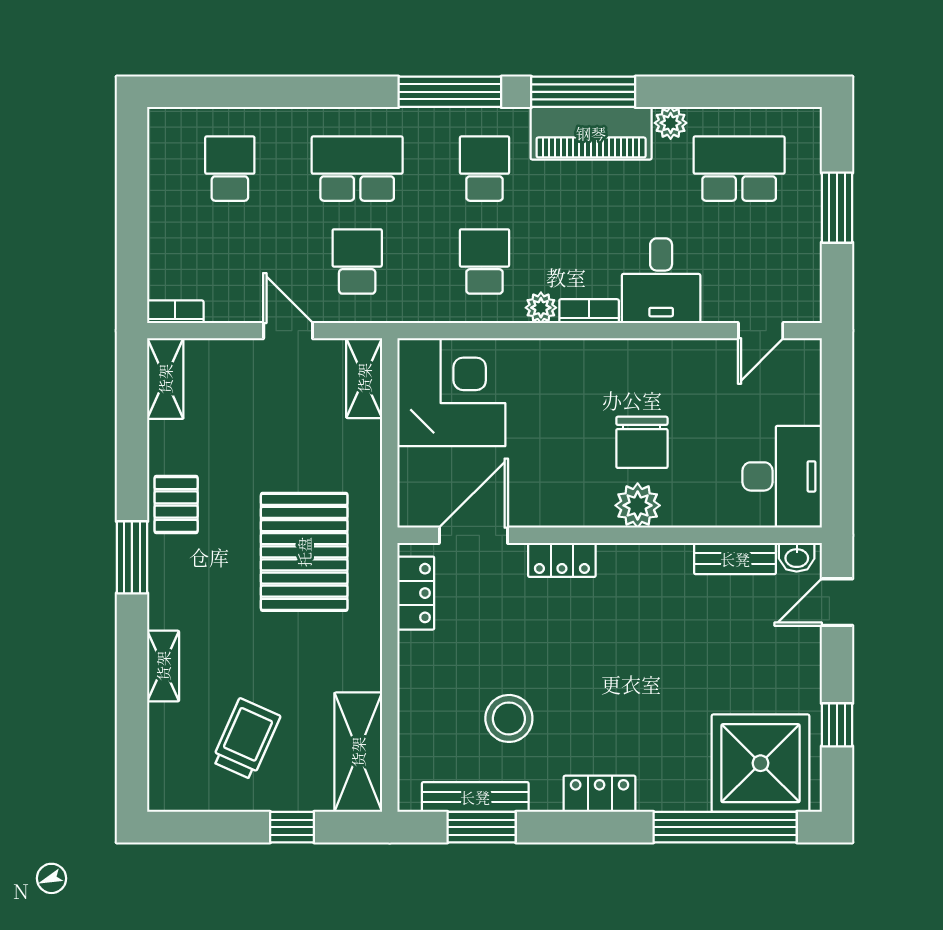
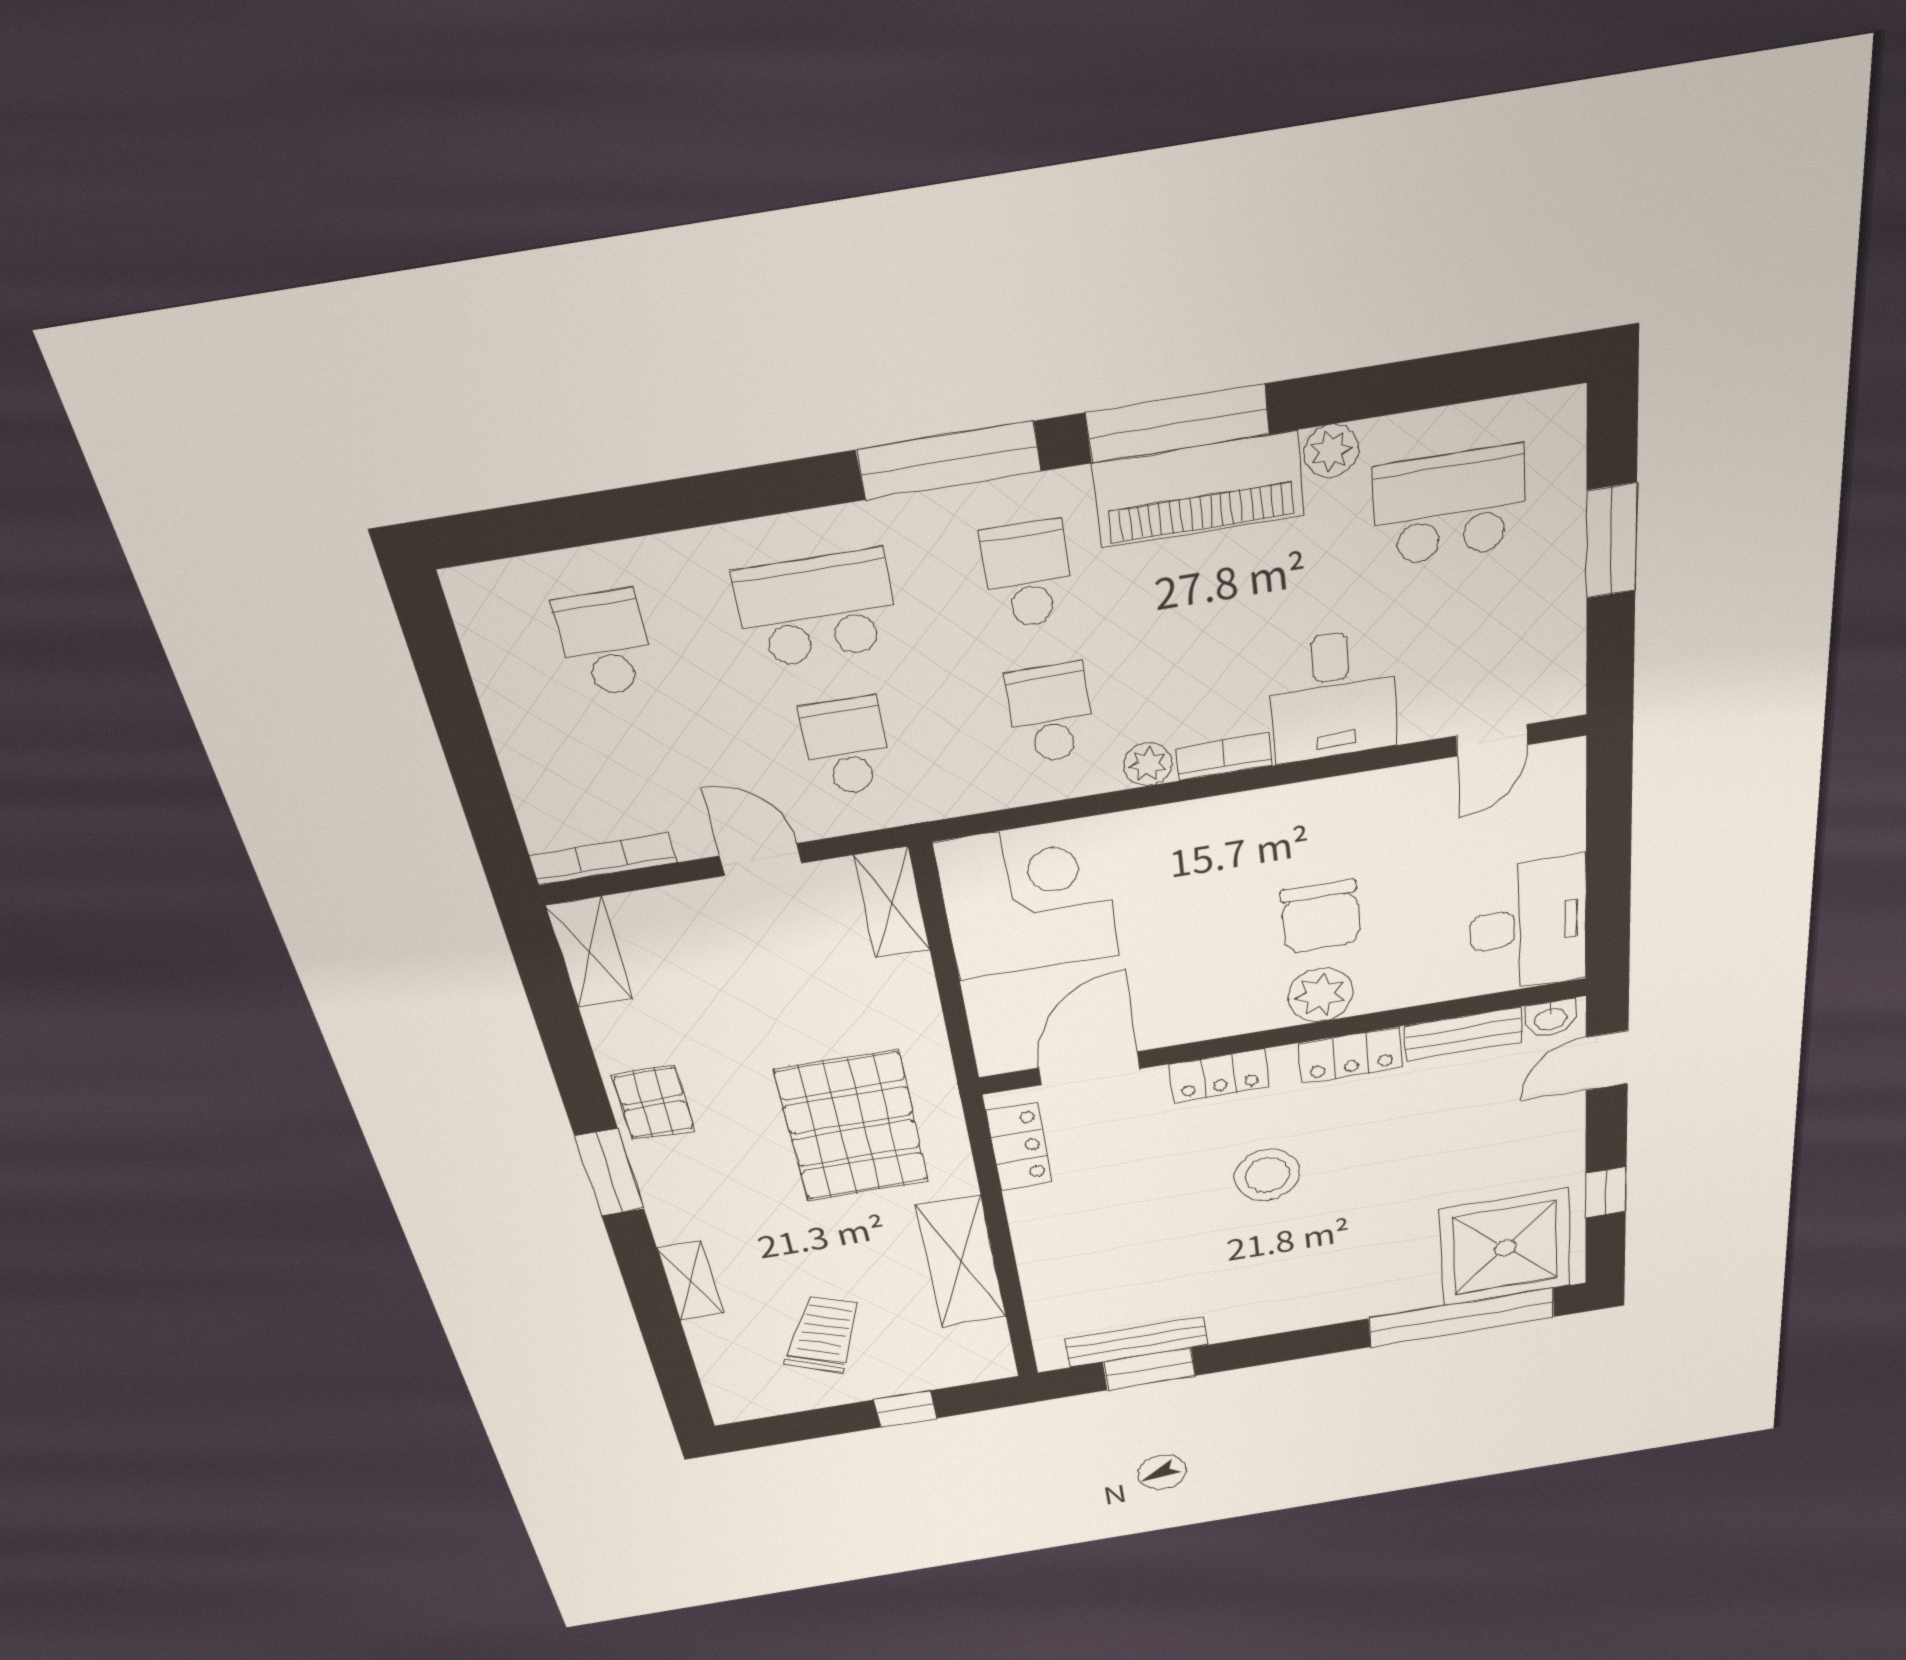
bookcase: (175, 312) -> (603, 859), width x1.56
stool: (509, 718) -> (1267, 1175), moved
shelving: (358, 752) -> (961, 1262), moved
locker: (600, 794) -> (1351, 1056), moved, turned 180

